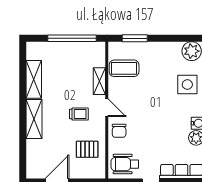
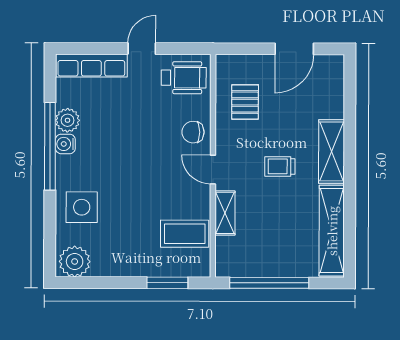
shelving: (34, 79) -> (332, 231), width x1.47
trolley: (79, 114) -> (280, 166), moved
chair: (119, 131) -> (193, 132), turned -90
pallet: (87, 149) -> (245, 102), turned 90

